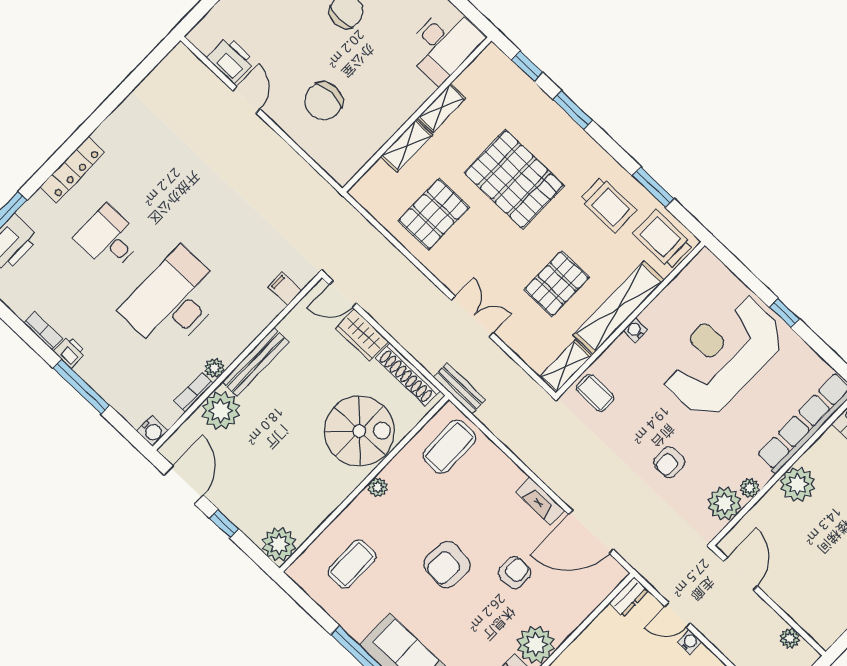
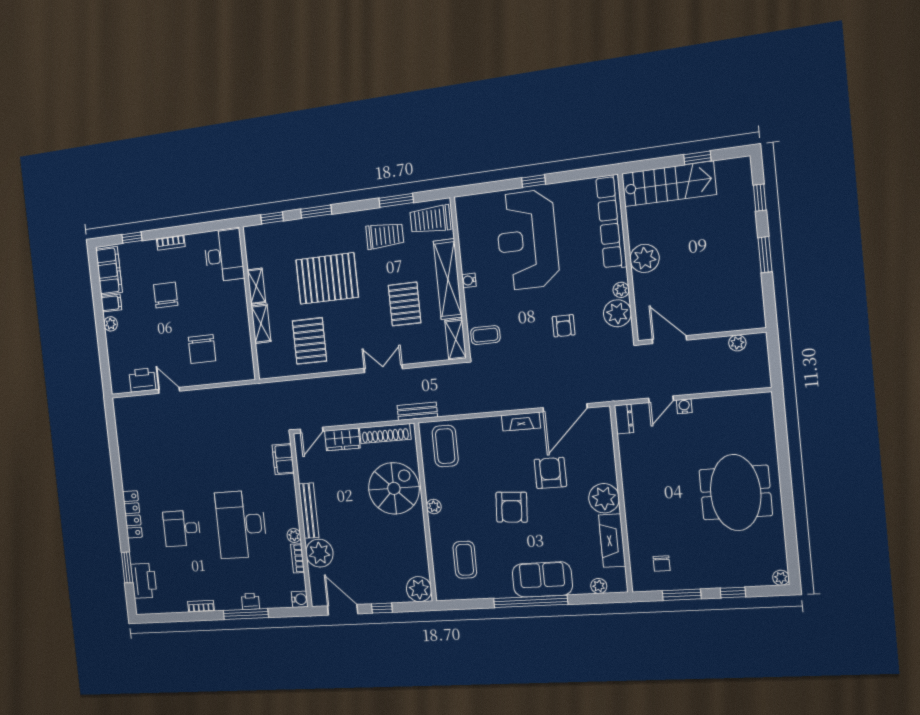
filing cabinet: (285, 289) -> (283, 459), width x2.00
printer: (70, 352) -> (250, 601), moved
armchair: (515, 573) -> (550, 473), width x1.38, depth x1.38

